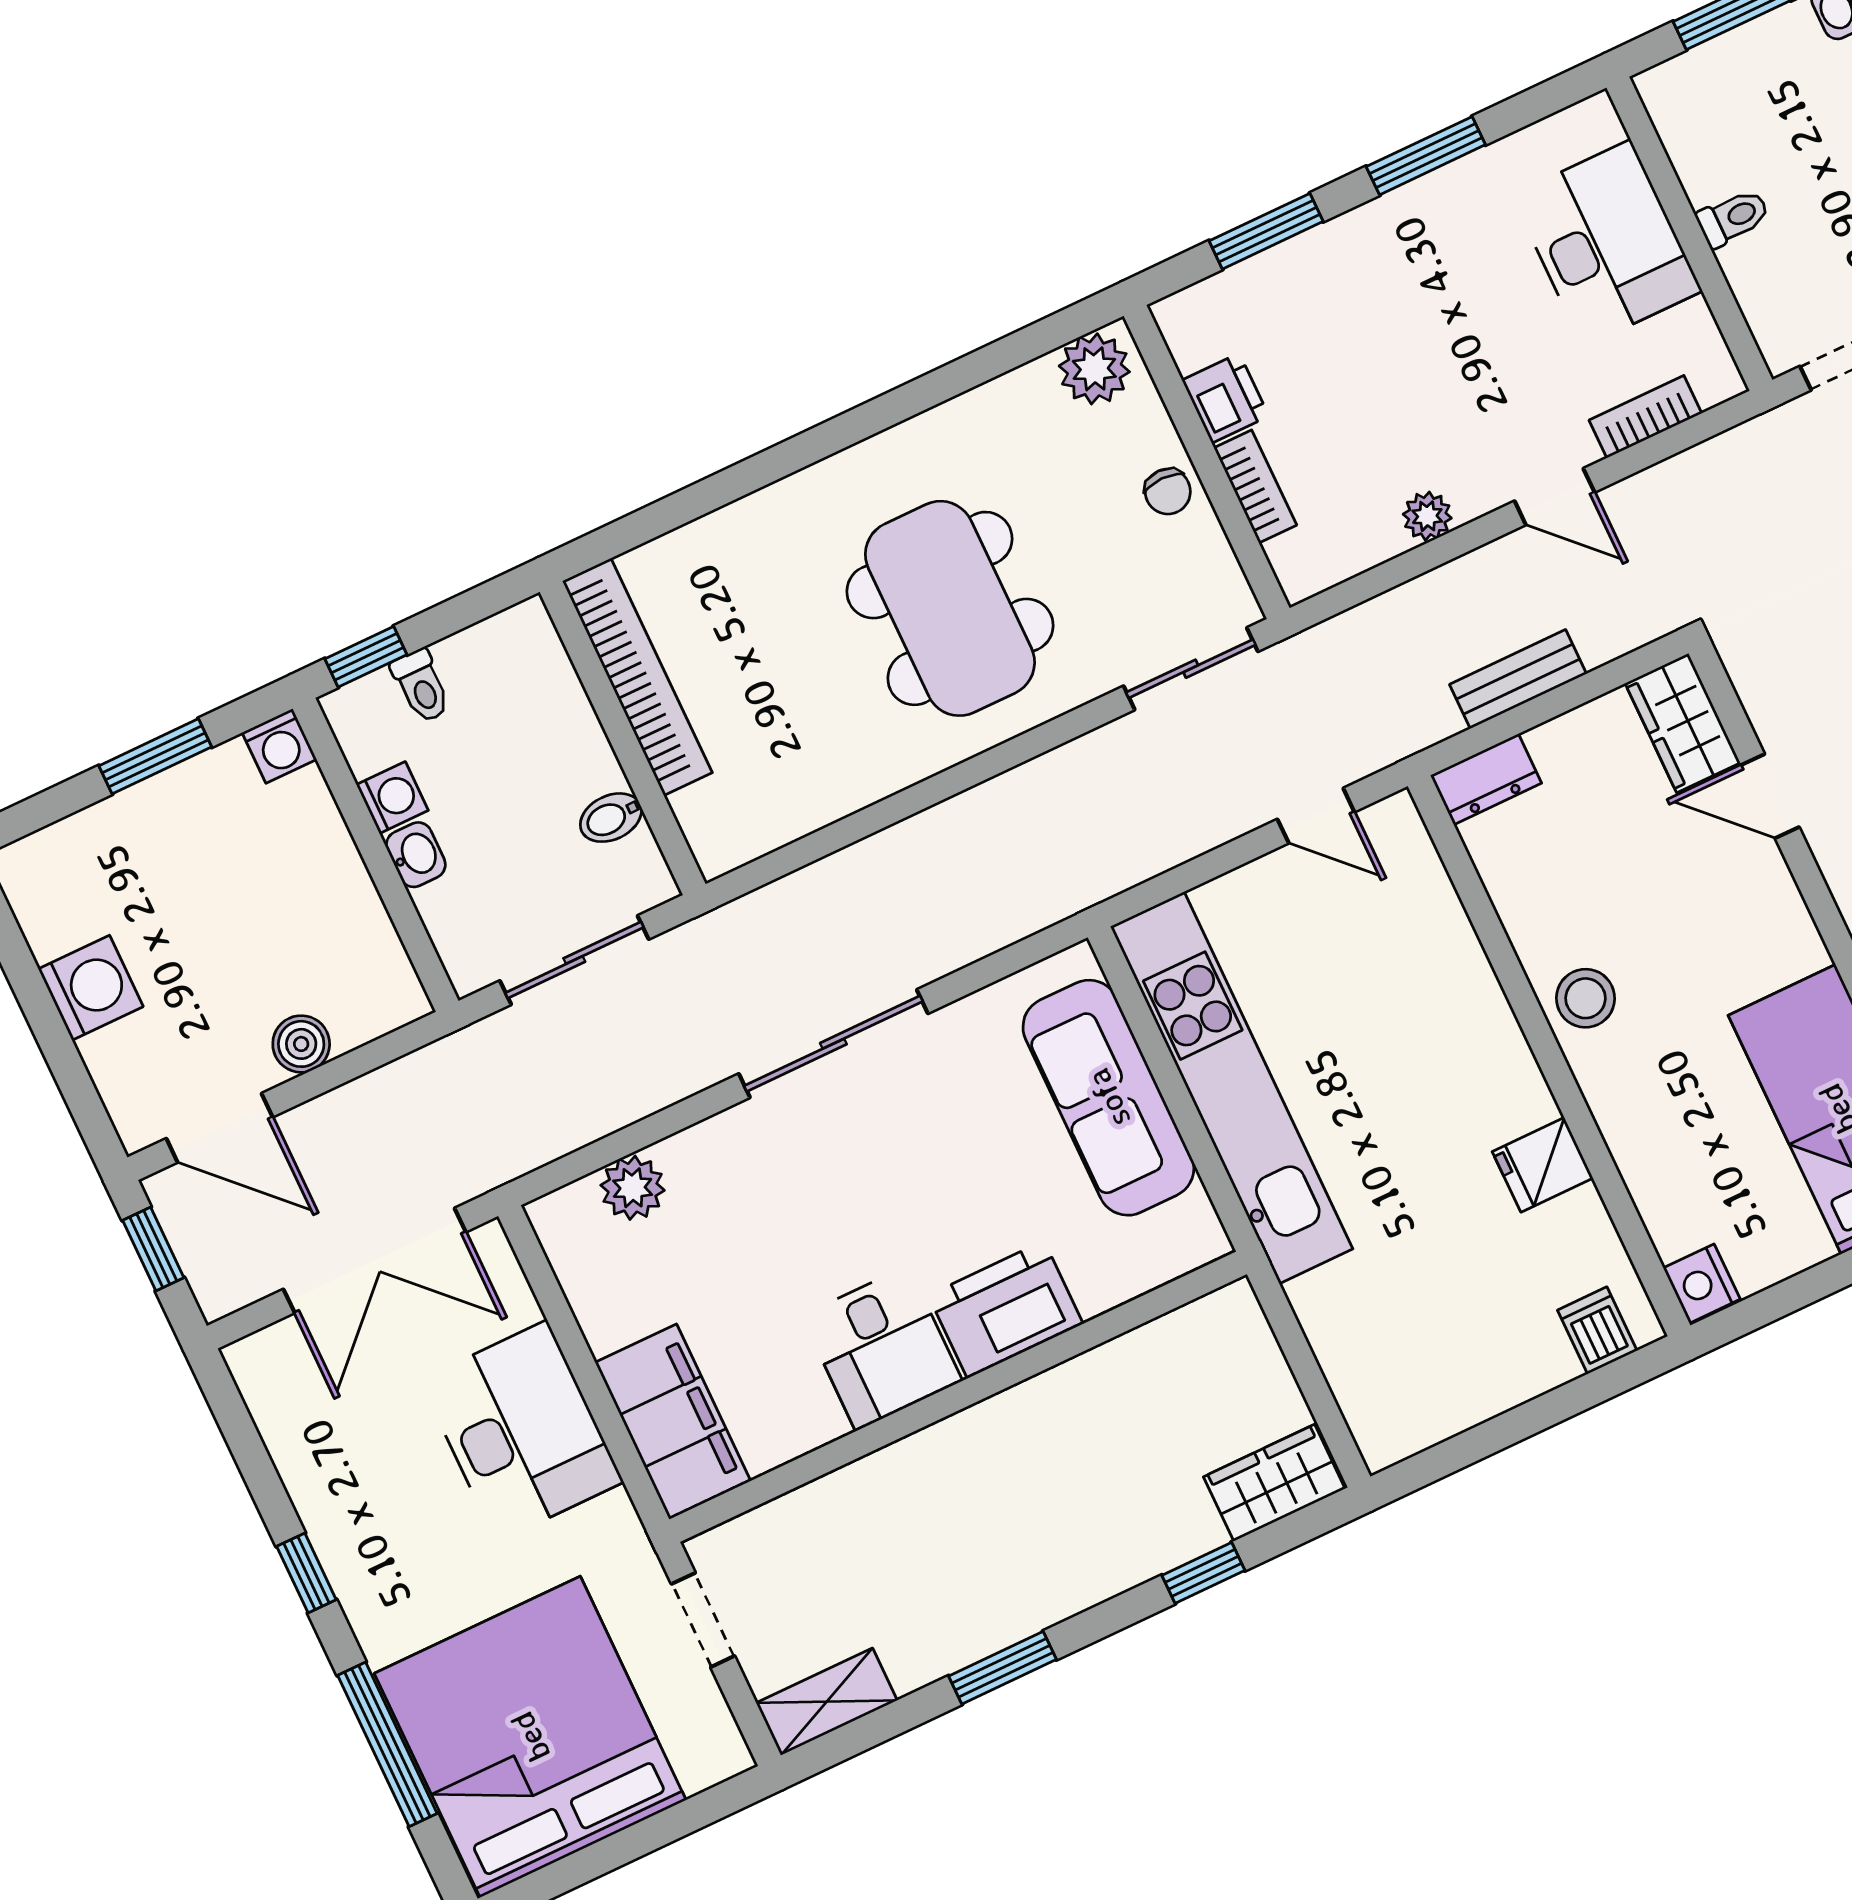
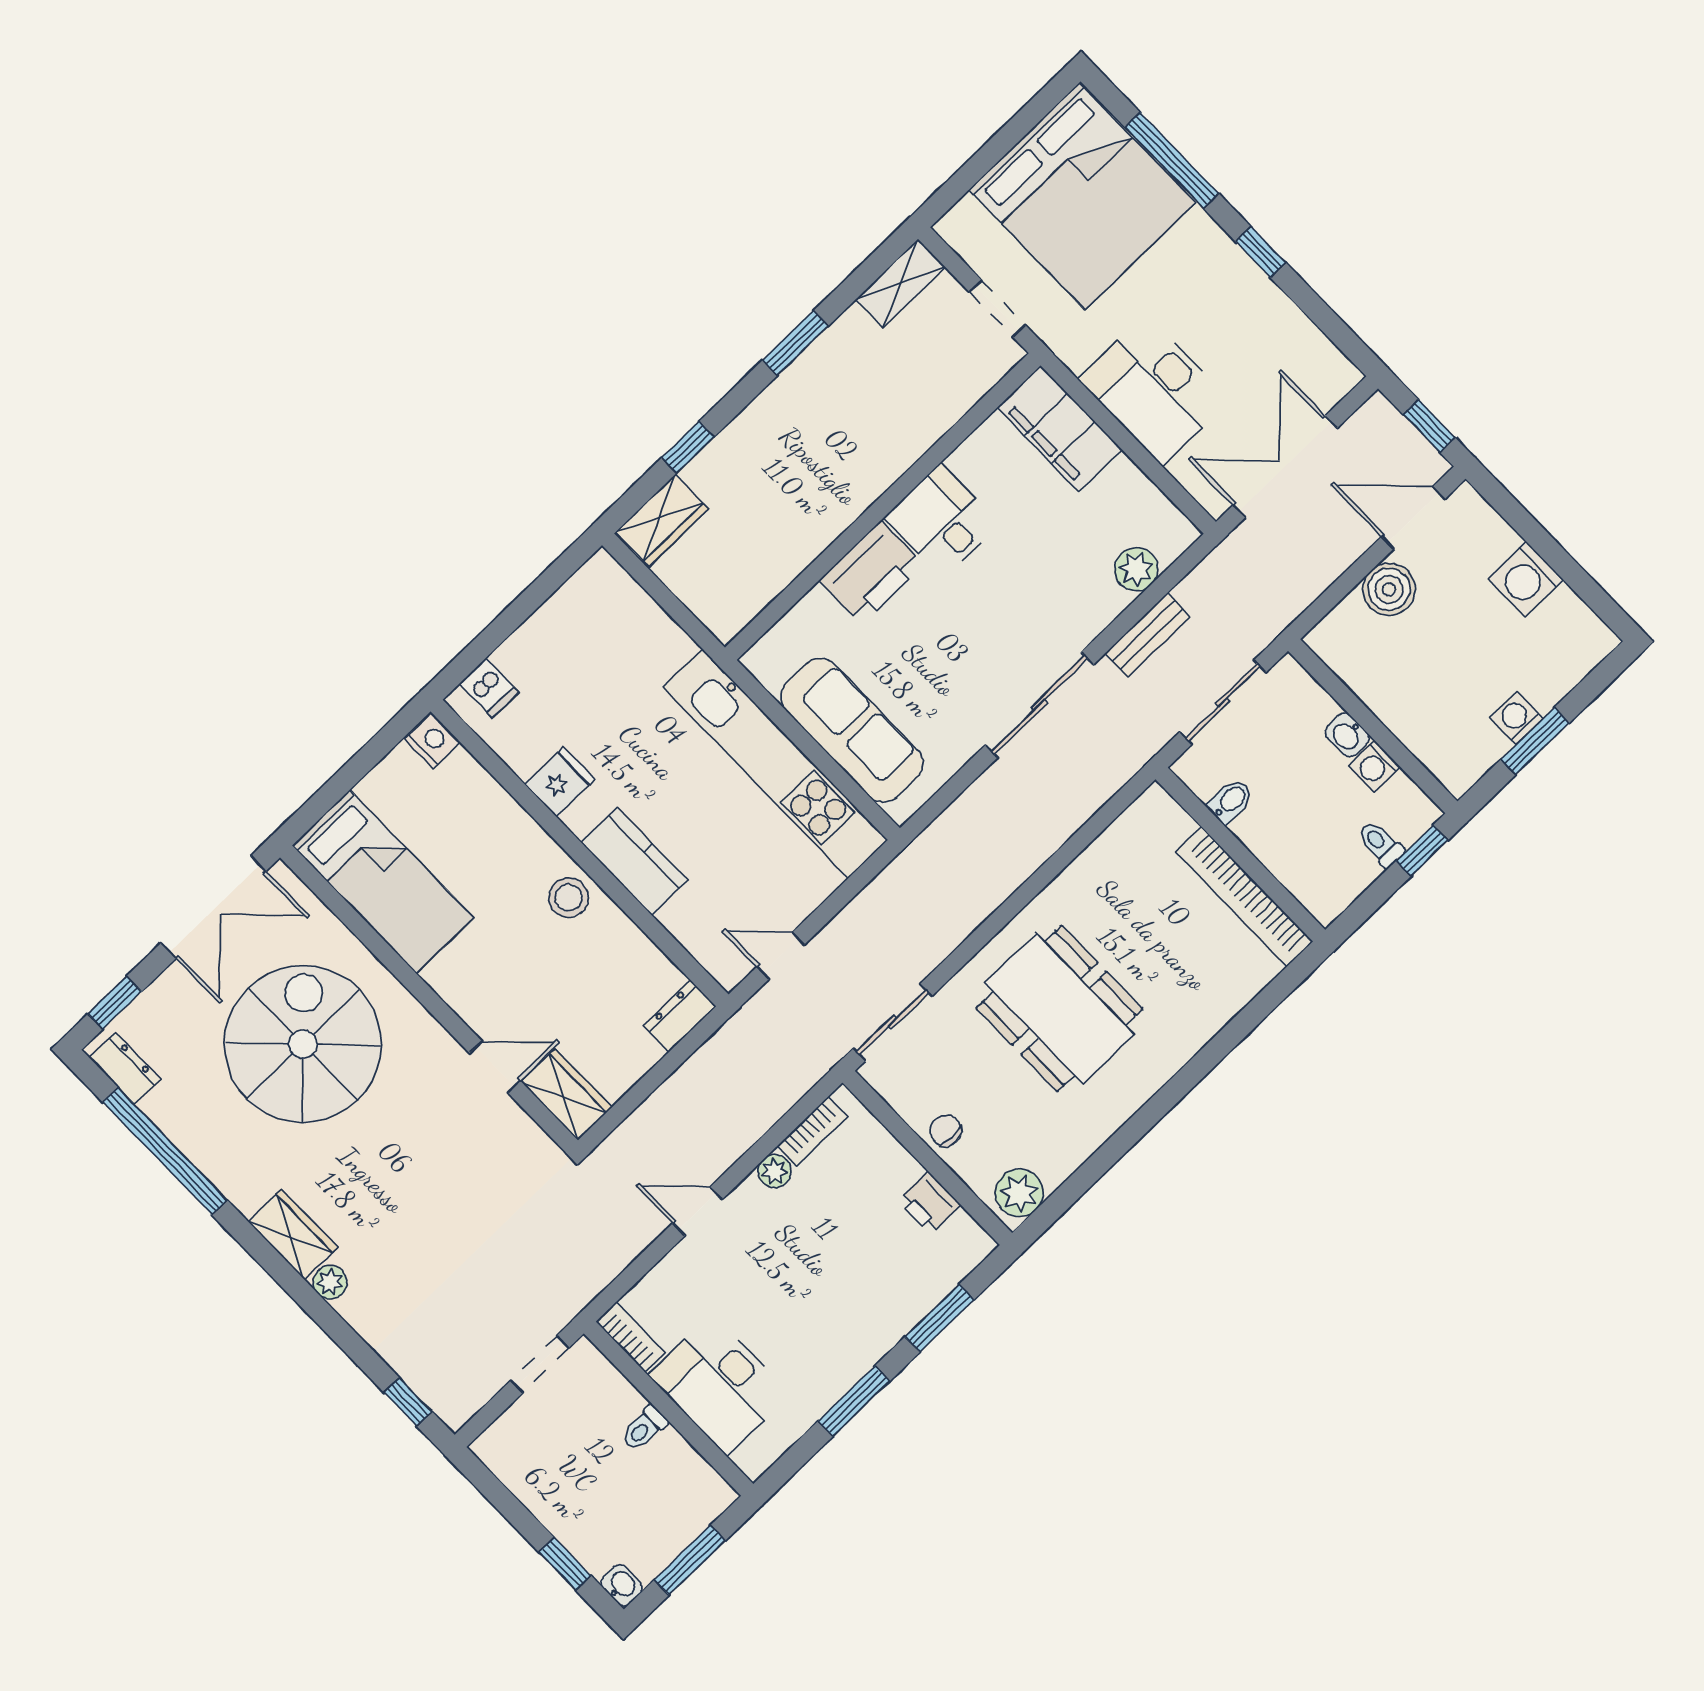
bookcase: (1645, 417) -> (631, 1337), moved, turned -90
bookcase: (1255, 486) -> (813, 1131), moved, turned -90
bench: (1518, 679) -> (1147, 635), moved
washing machine: (279, 746) -> (1517, 718), moved
kitchen counter: (1476, 1018) -> (634, 861), added
boiler: (301, 1044) -> (1389, 589), width x1.36, depth x1.36

